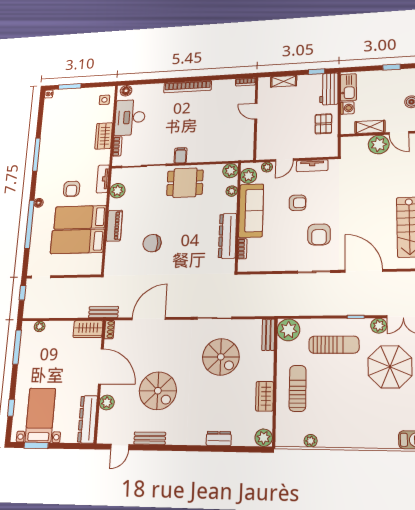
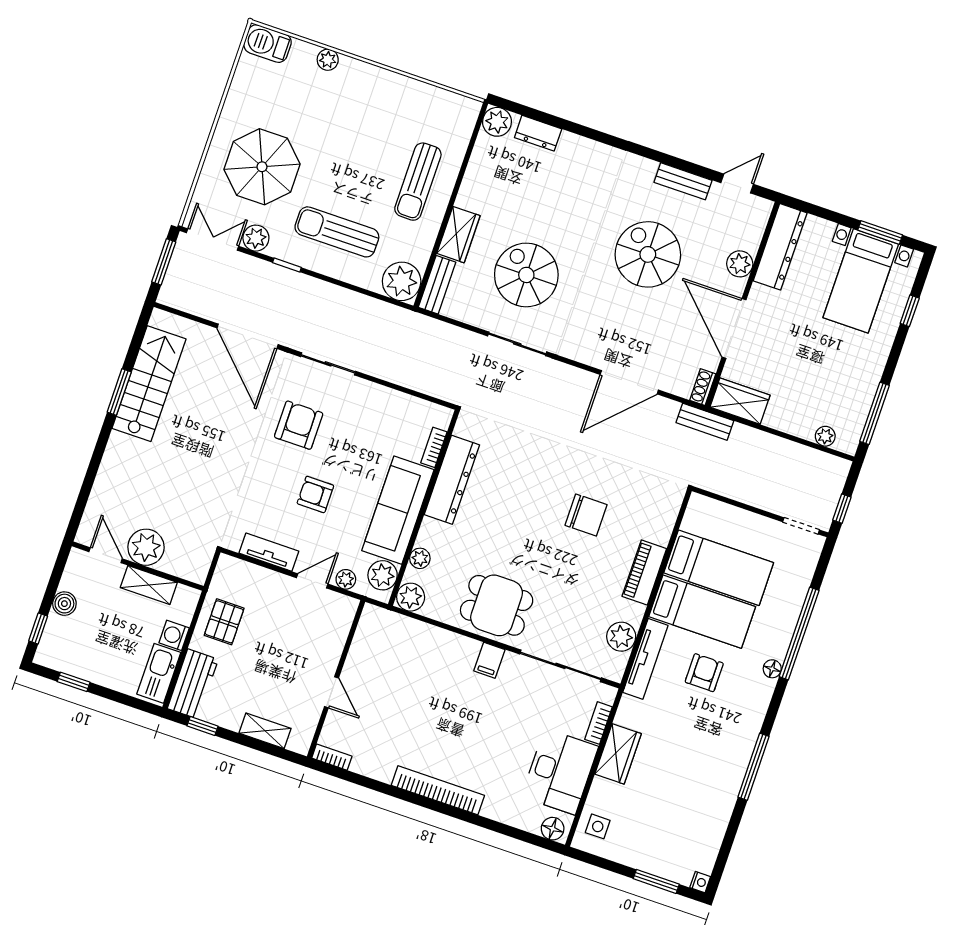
tv unit: (103, 179) -> (645, 659), width x1.41
wardrobe: (265, 396) -> (458, 235), moved
dresser: (219, 439) -> (538, 133), moved
plant: (311, 441) -> (328, 60), moved

